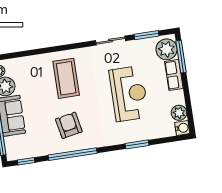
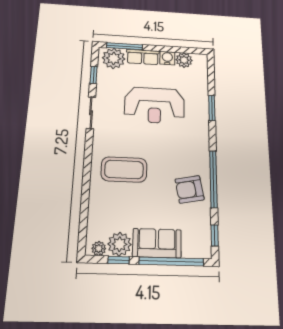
window: (147, 35) -> (94, 75), width x0.67
reception desk: (129, 94) -> (155, 105), turned 180
armchair: (69, 125) -> (190, 189), moved
water cooler: (182, 128) -> (167, 58), moved

